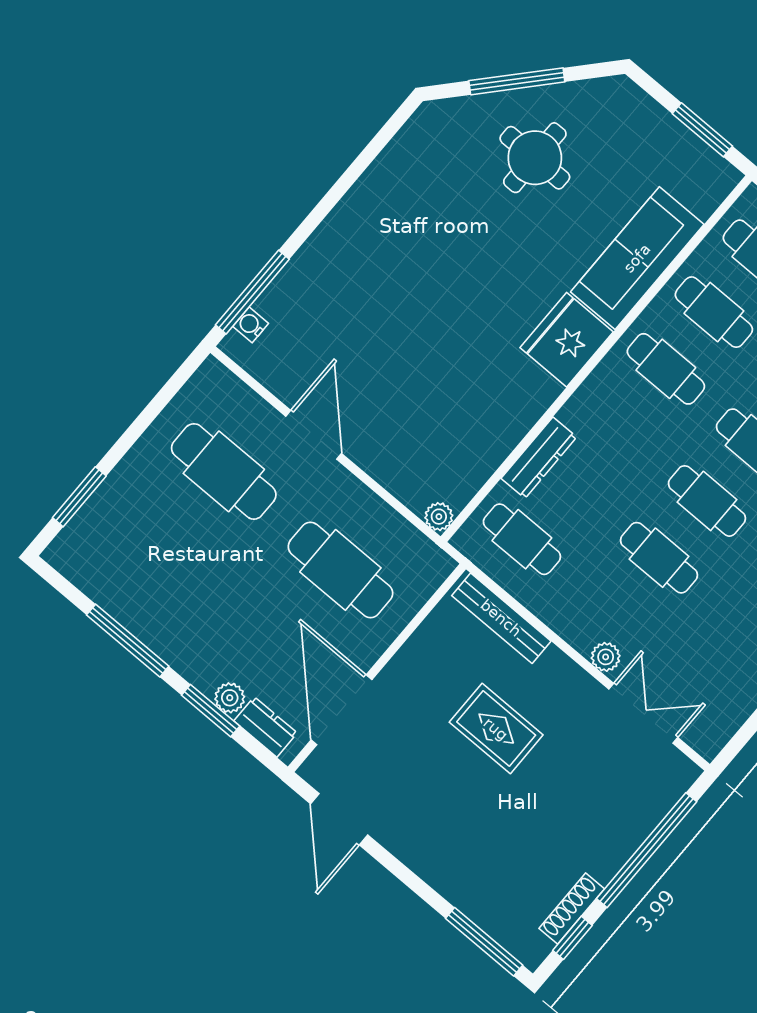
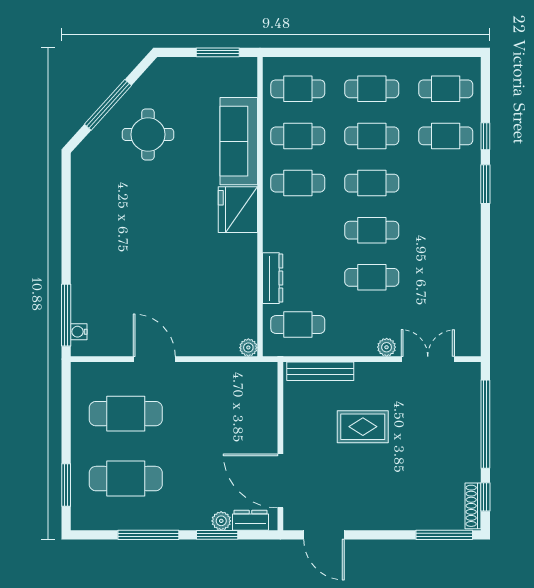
cafe table: (340, 570) -> (126, 479), moved
shoe rack: (572, 909) -> (473, 506), moved

